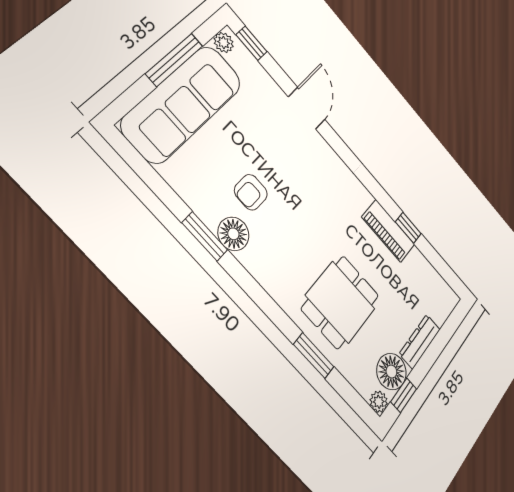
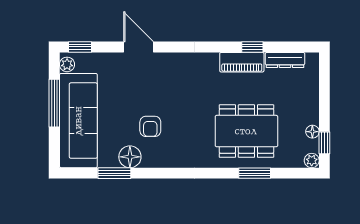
floor lamp: (233, 234) -> (130, 157), moved
window: (205, 236) -> (114, 173), moved
dining table: (340, 302) -> (246, 131), width x1.38
dresser: (420, 342) -> (285, 60), moved, turned -90
floor lamp: (391, 372) -> (312, 132), width x0.53, depth x0.53

